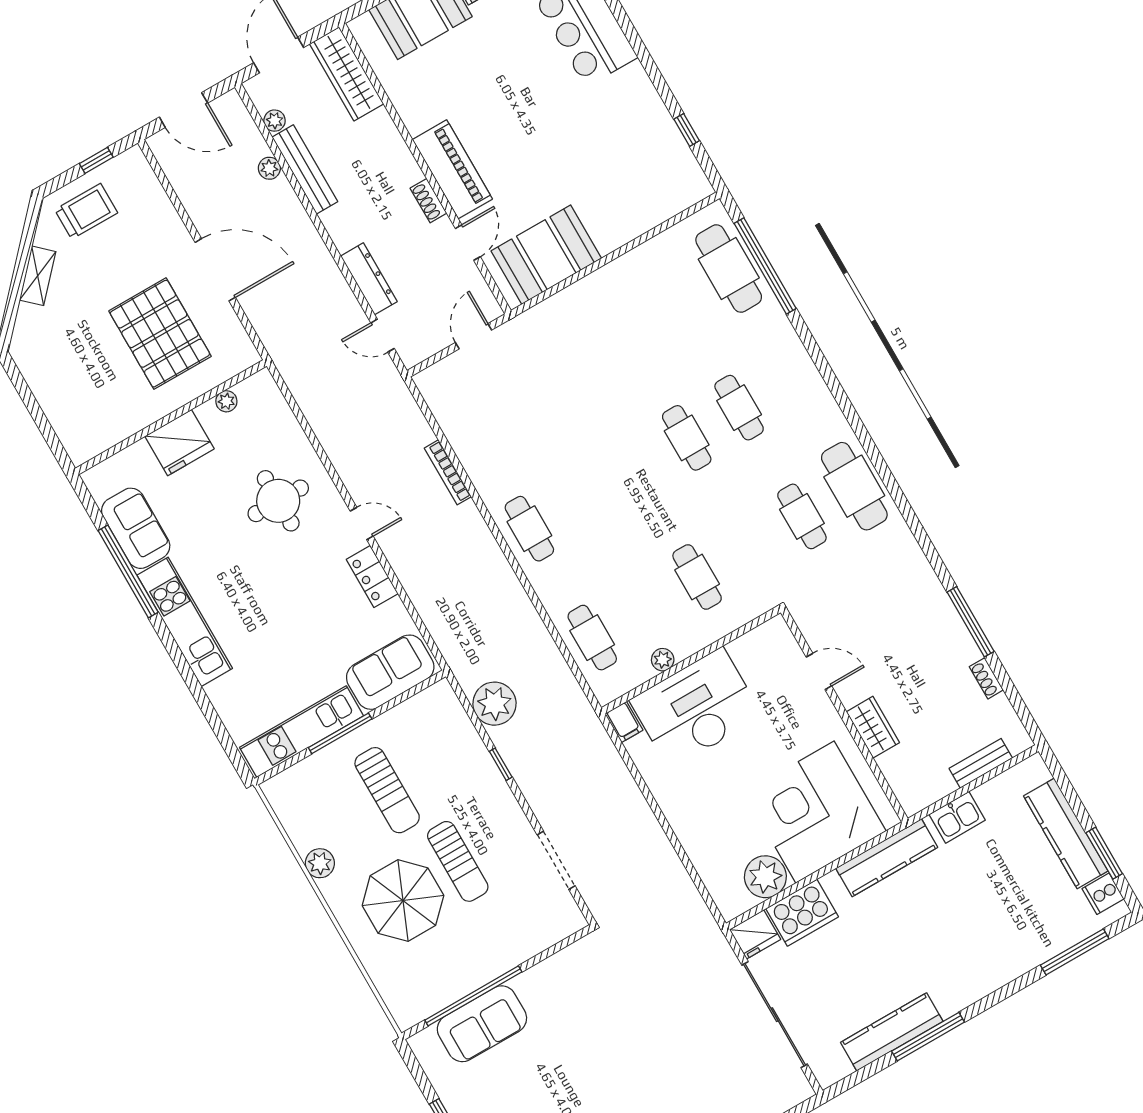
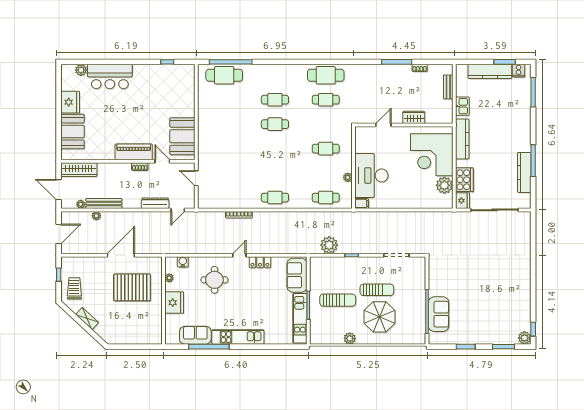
water cooler: (277, 411) -> (183, 262), added

